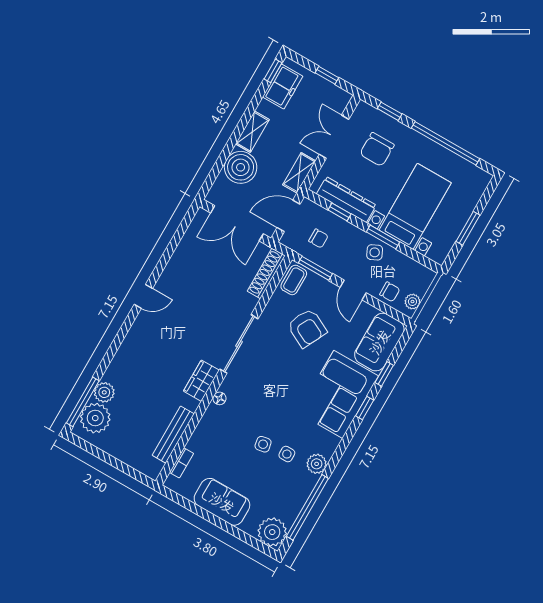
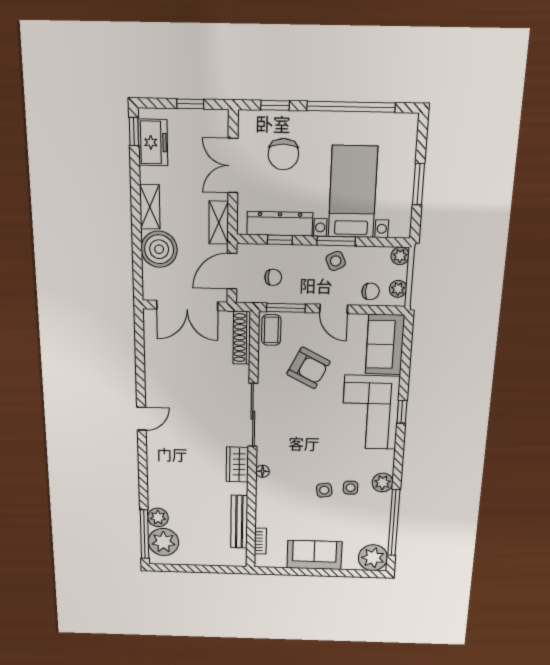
plant: (427, 276) -> (400, 256), added
window: (384, 374) -> (405, 372), removed

